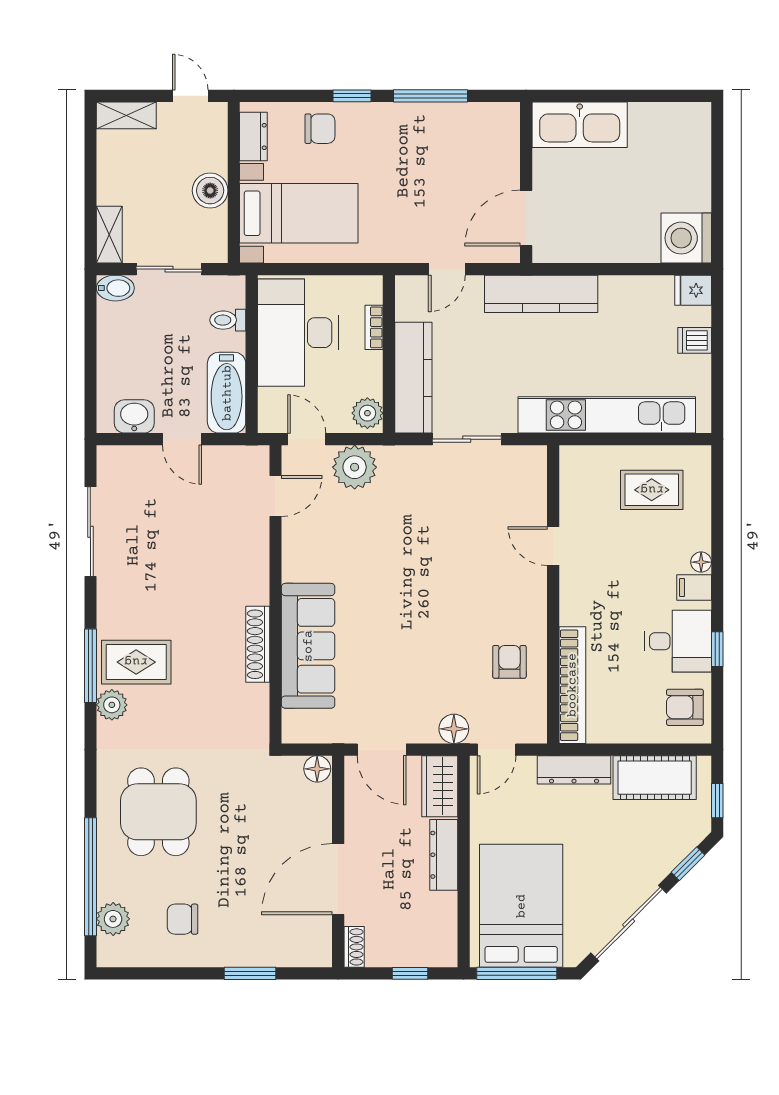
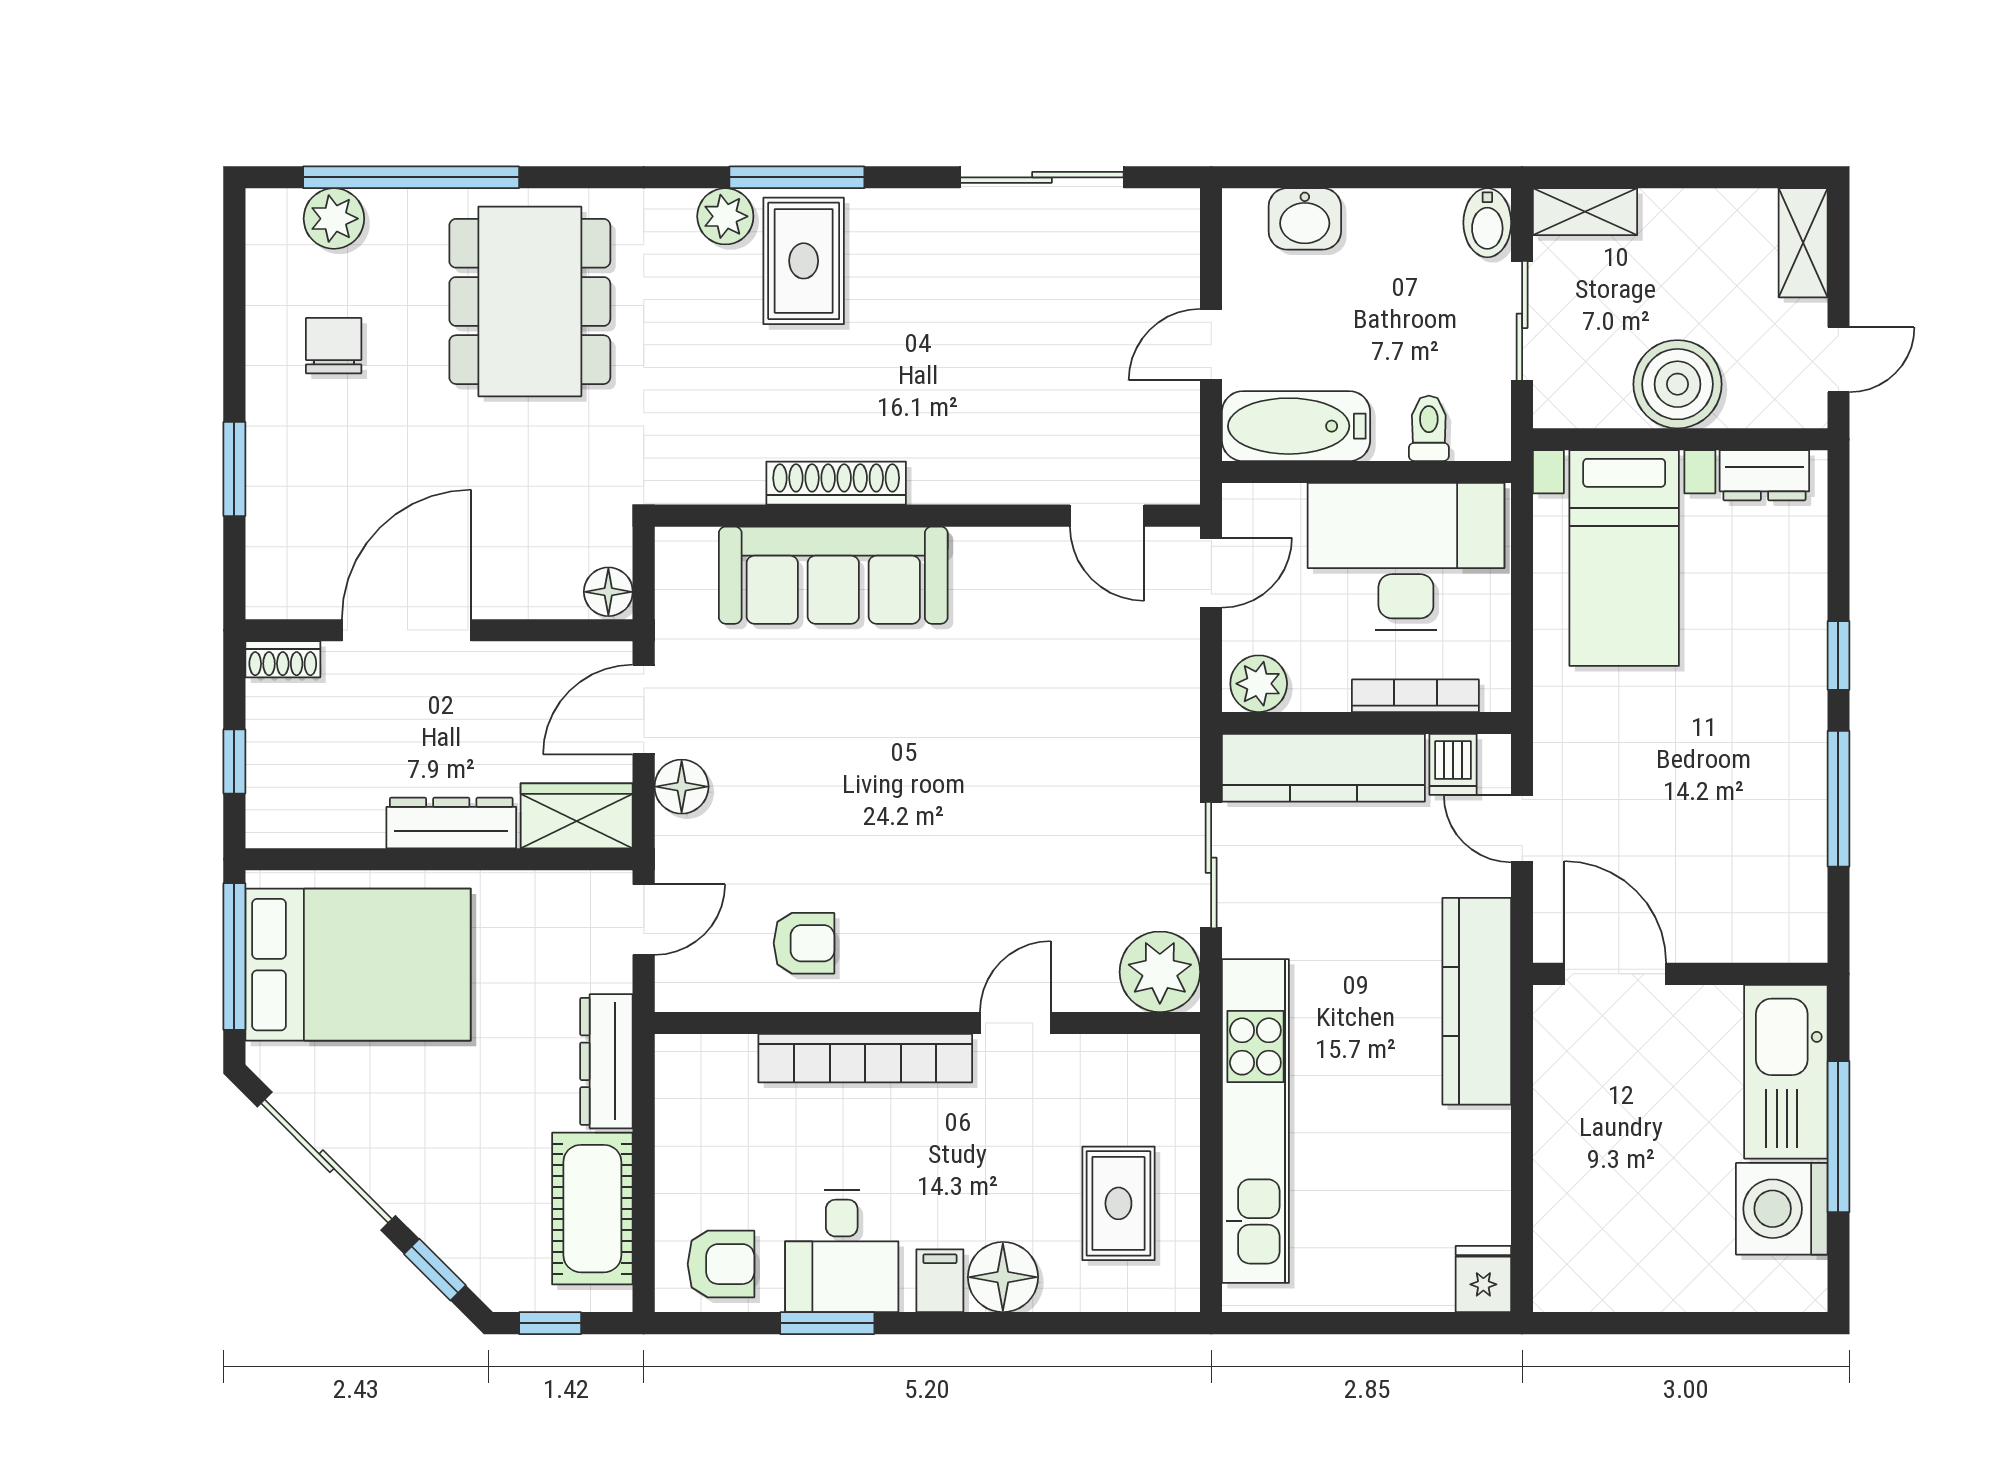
window: (615, 96) -> (1838, 1137), added
chair: (320, 129) -> (1779, 597), removed
boiler: (210, 191) -> (1677, 384), width x1.37, depth x1.37
washing machine: (686, 238) -> (1782, 1209), moved, turned -90
bookcase: (374, 327) -> (1415, 696), width x1.56
dishwasher: (695, 340) -> (1453, 764), moved, turned 180
washbasin: (134, 416) -> (1305, 219), moved, turned 90
plant: (355, 467) -> (1160, 972), moved
floor lamp: (701, 562) -> (1003, 1277), width x1.89, depth x1.89
window: (717, 649) -> (827, 1323), width x1.50
bookcase: (572, 685) -> (865, 1058), moved
armchair: (685, 707) -> (721, 1264), turned 90
floor lamp: (454, 729) -> (682, 787), moved
door: (497, 750) -> (644, 920), swing flipped
dining table: (158, 812) -> (530, 301), width x1.38
door: (338, 879) -> (407, 630), hinge flipped

